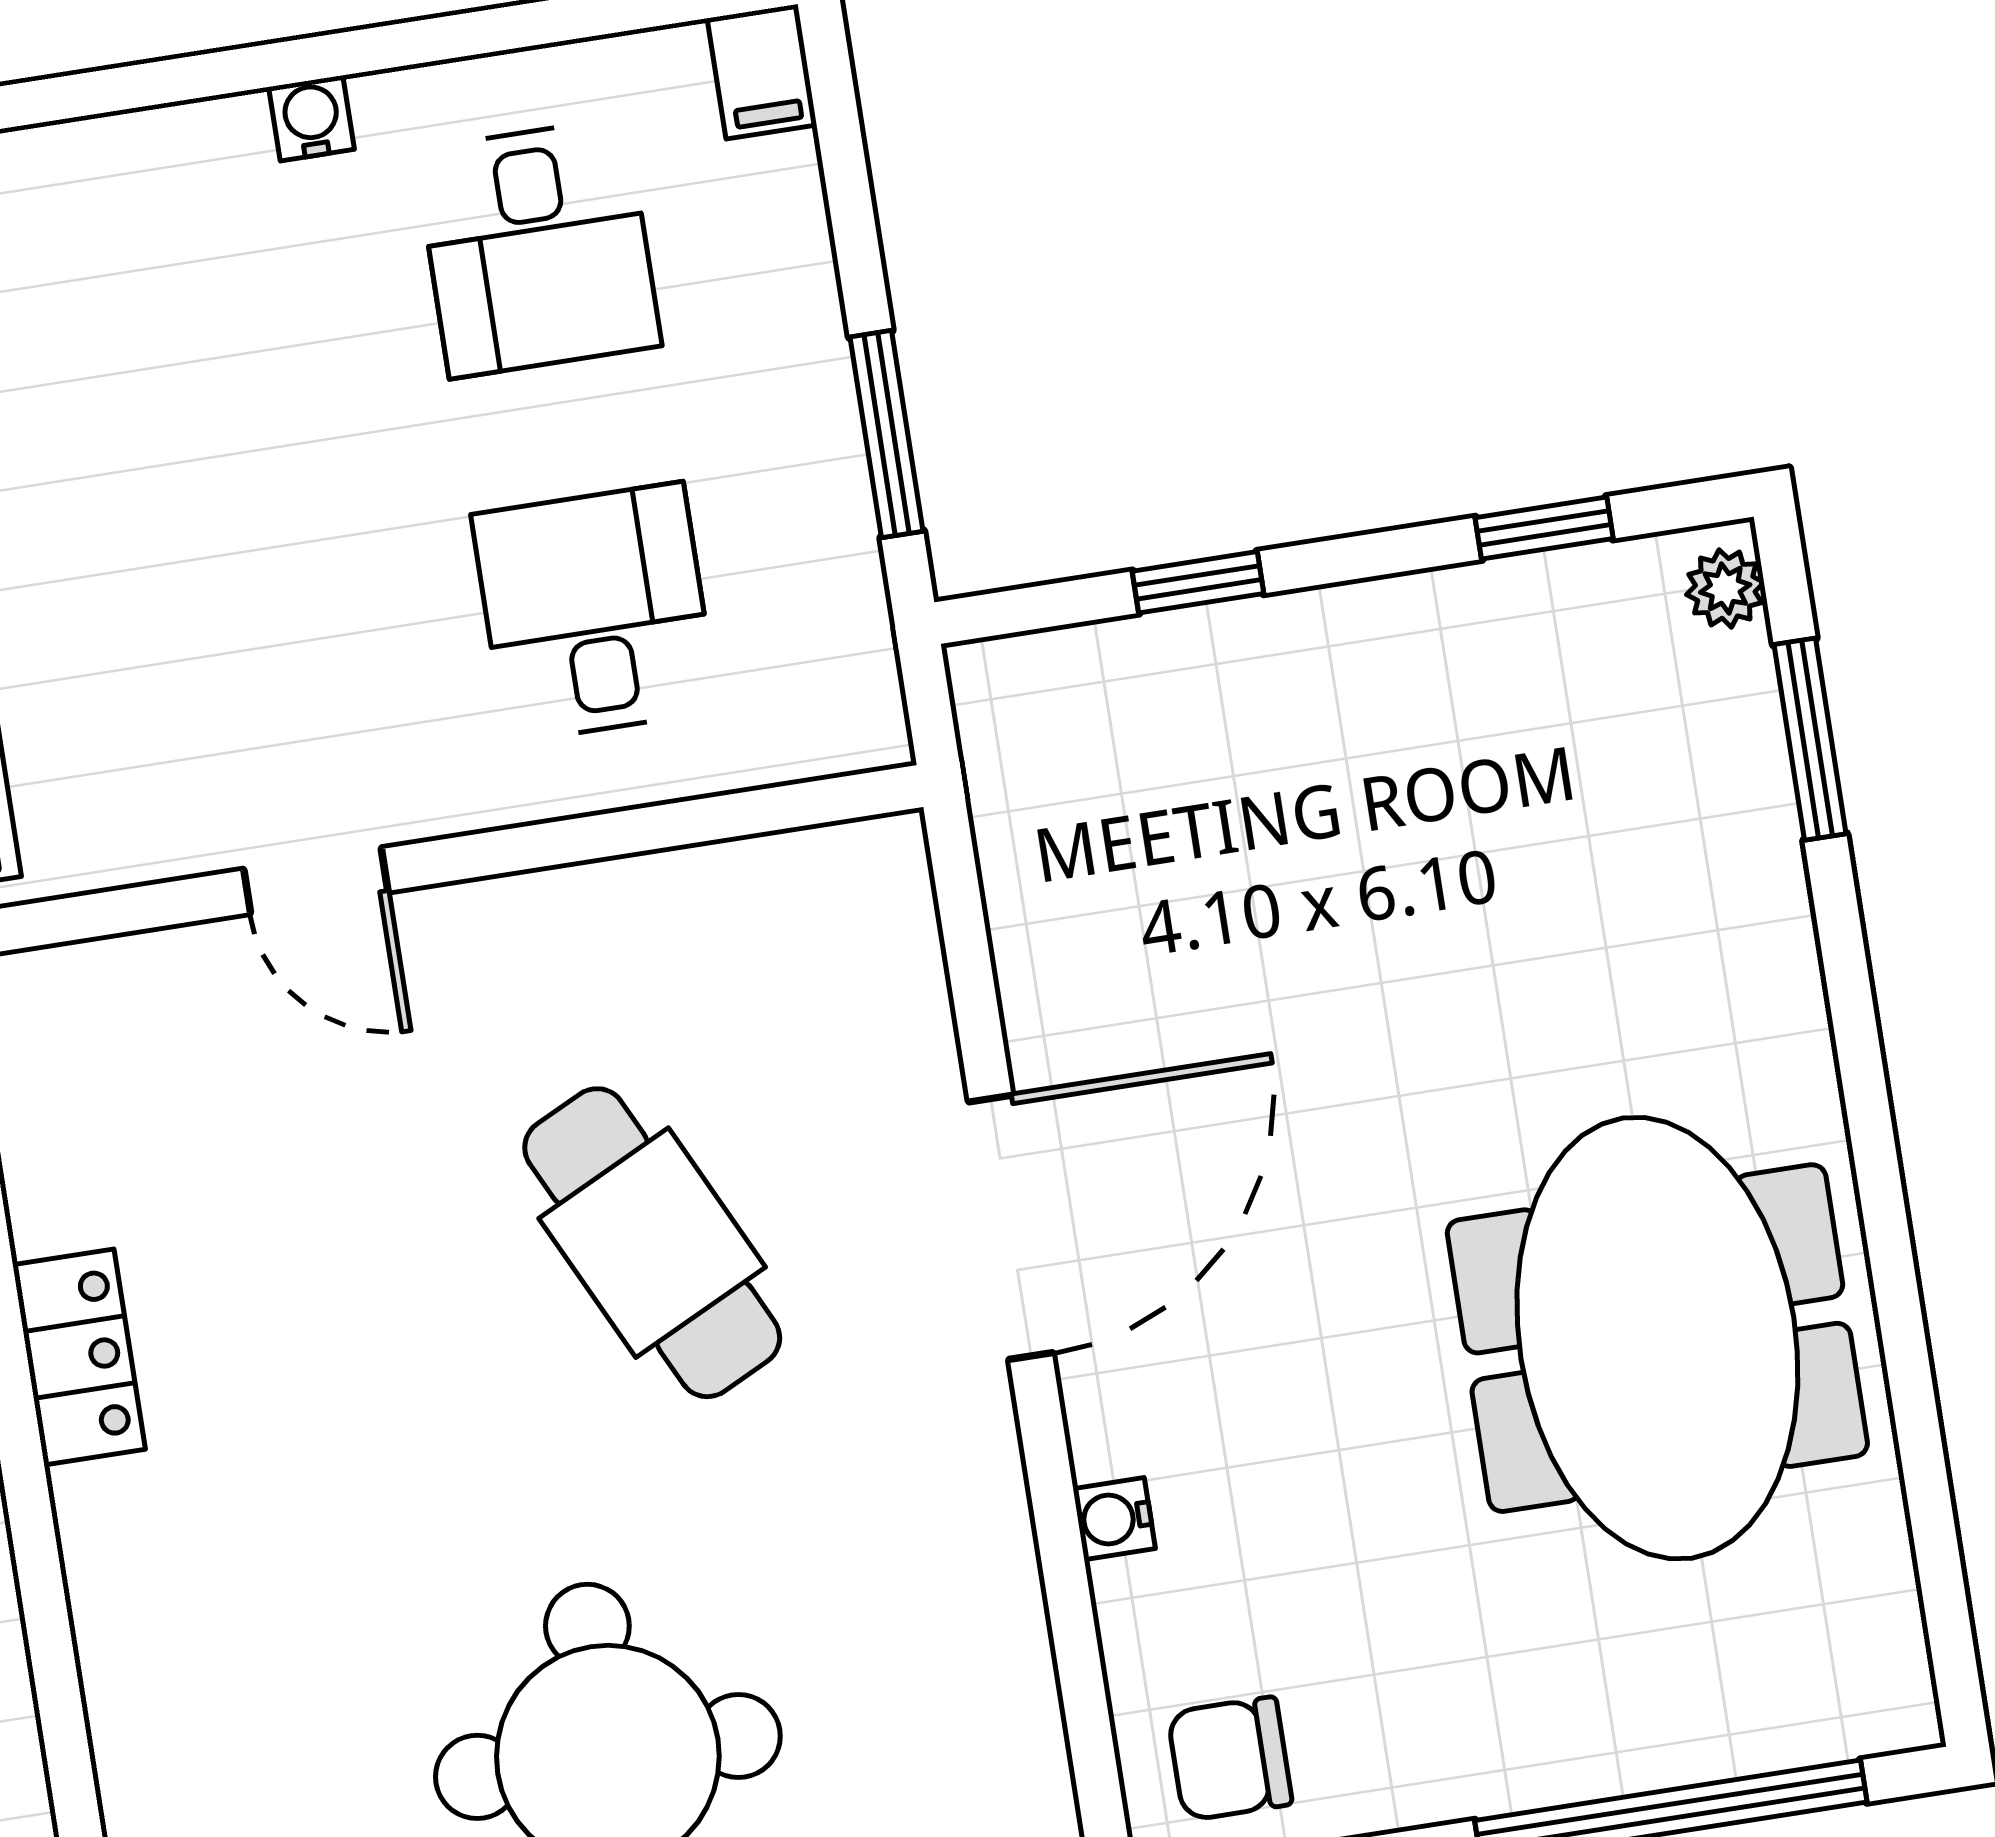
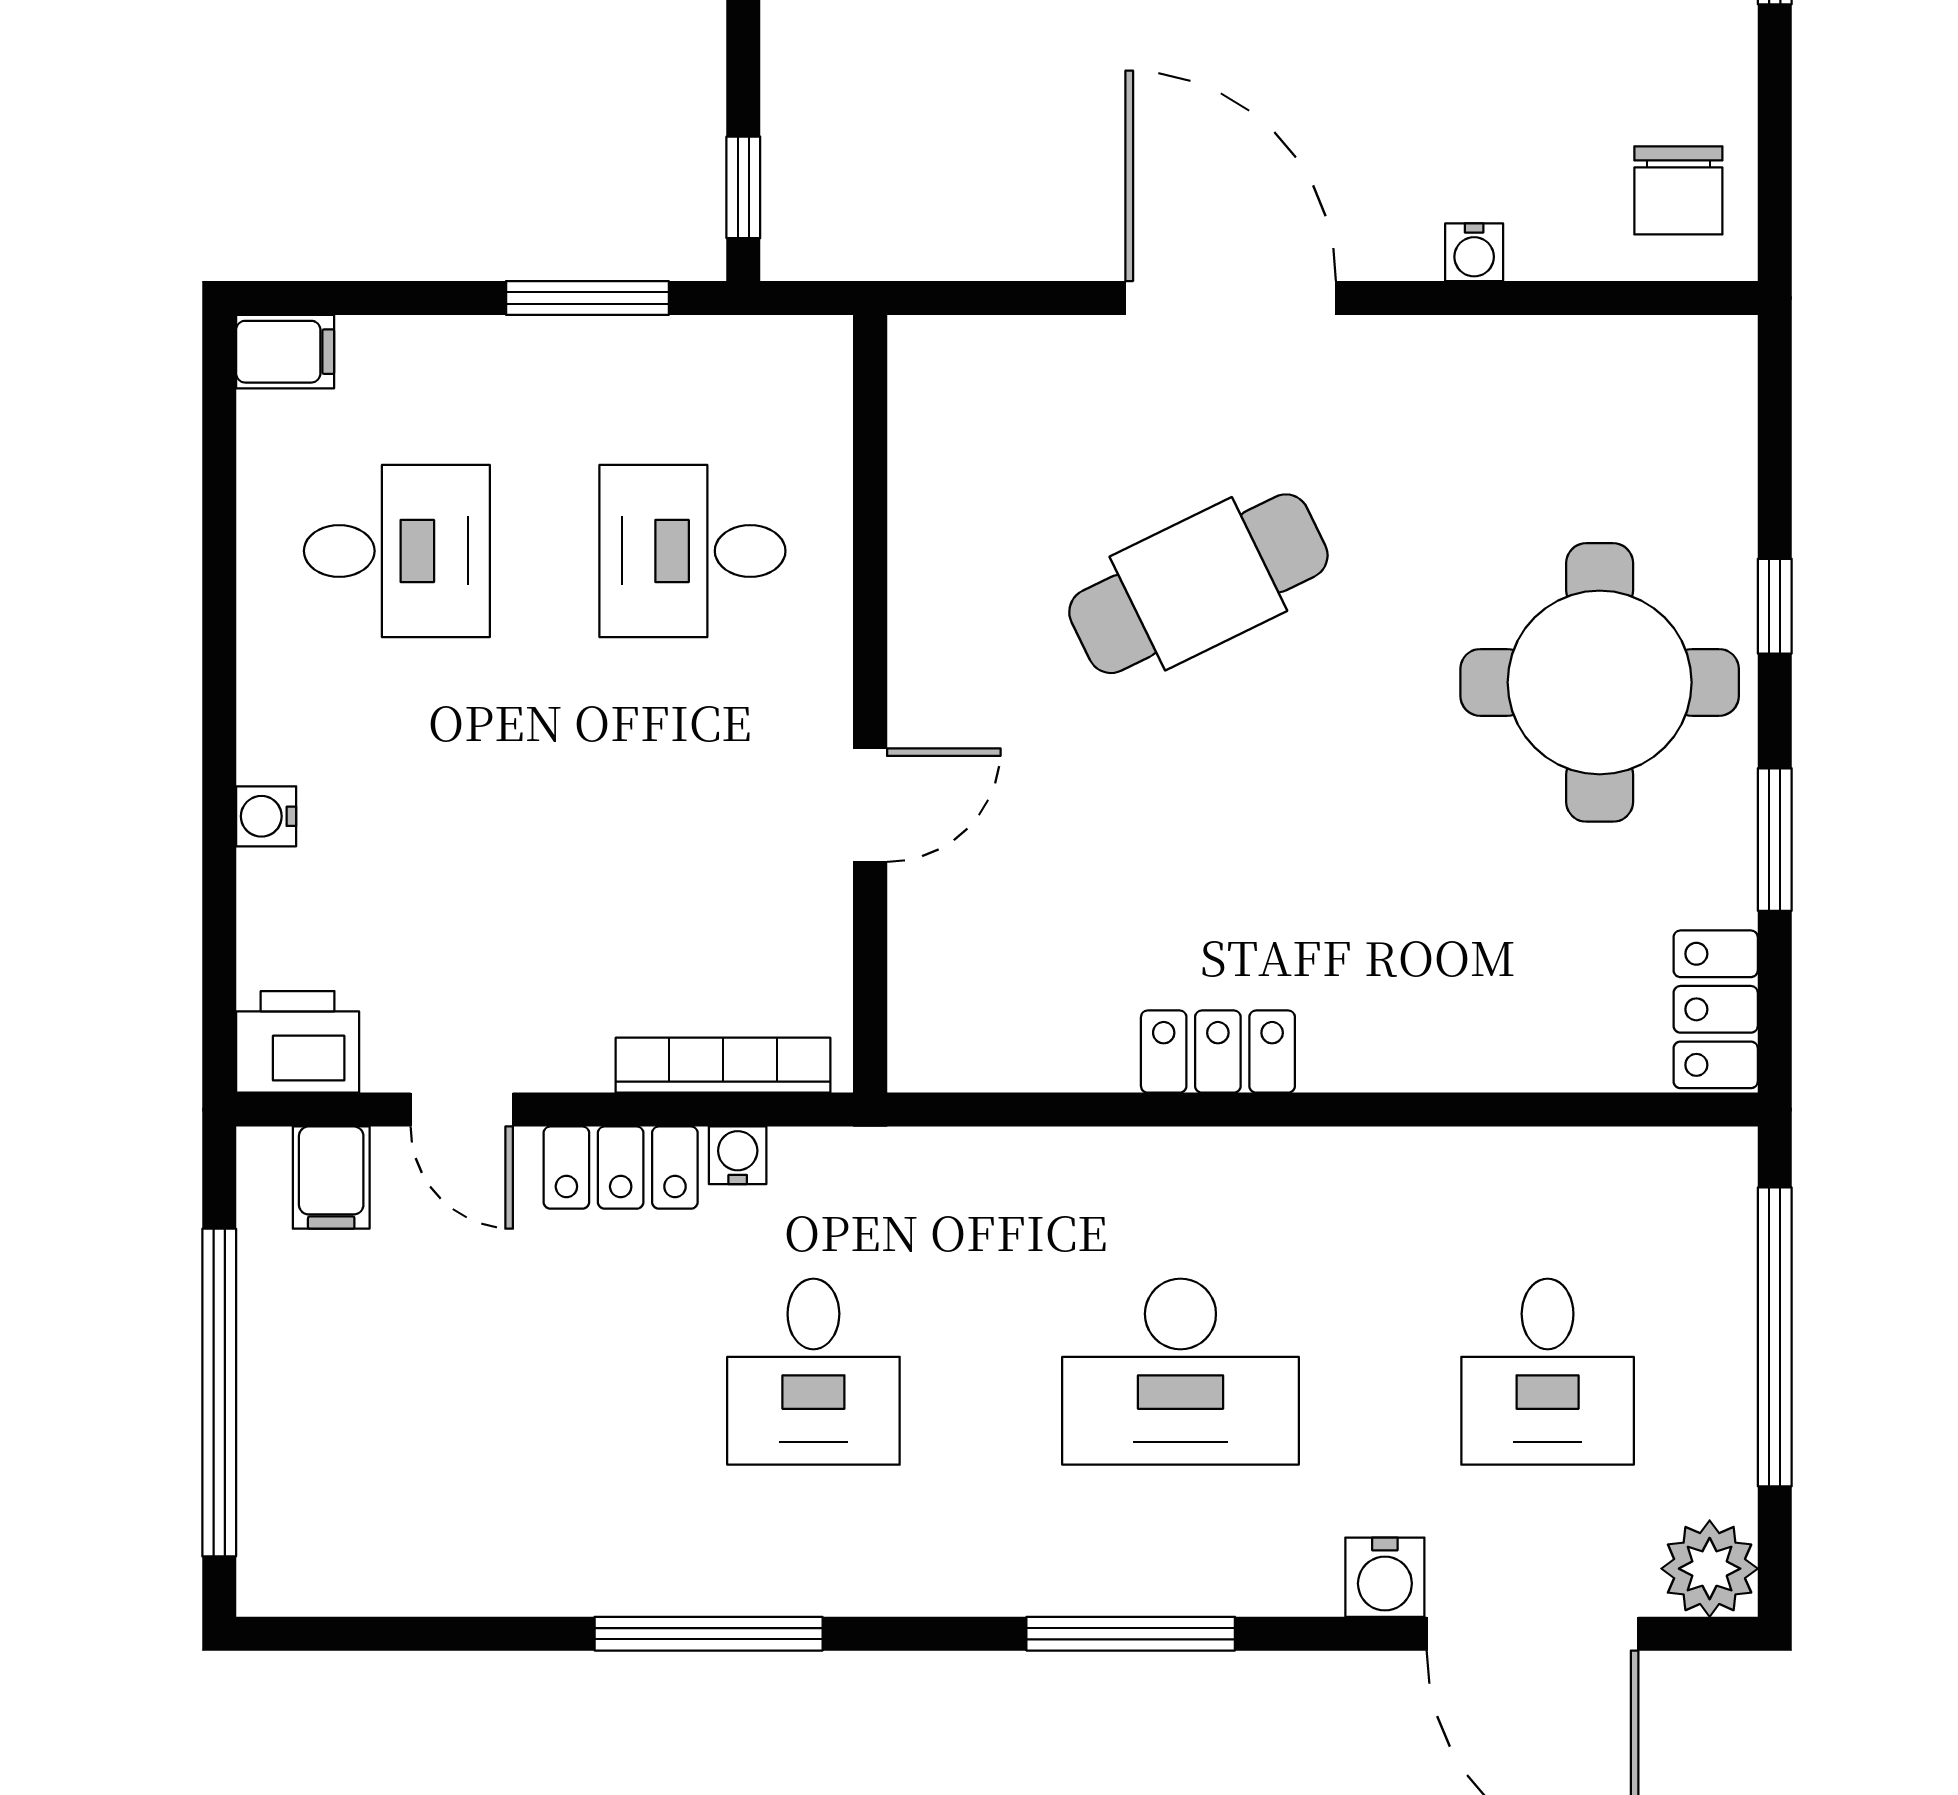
water cooler: (312, 118) -> (266, 816), moved
window: (1198, 582) -> (743, 187), moved

